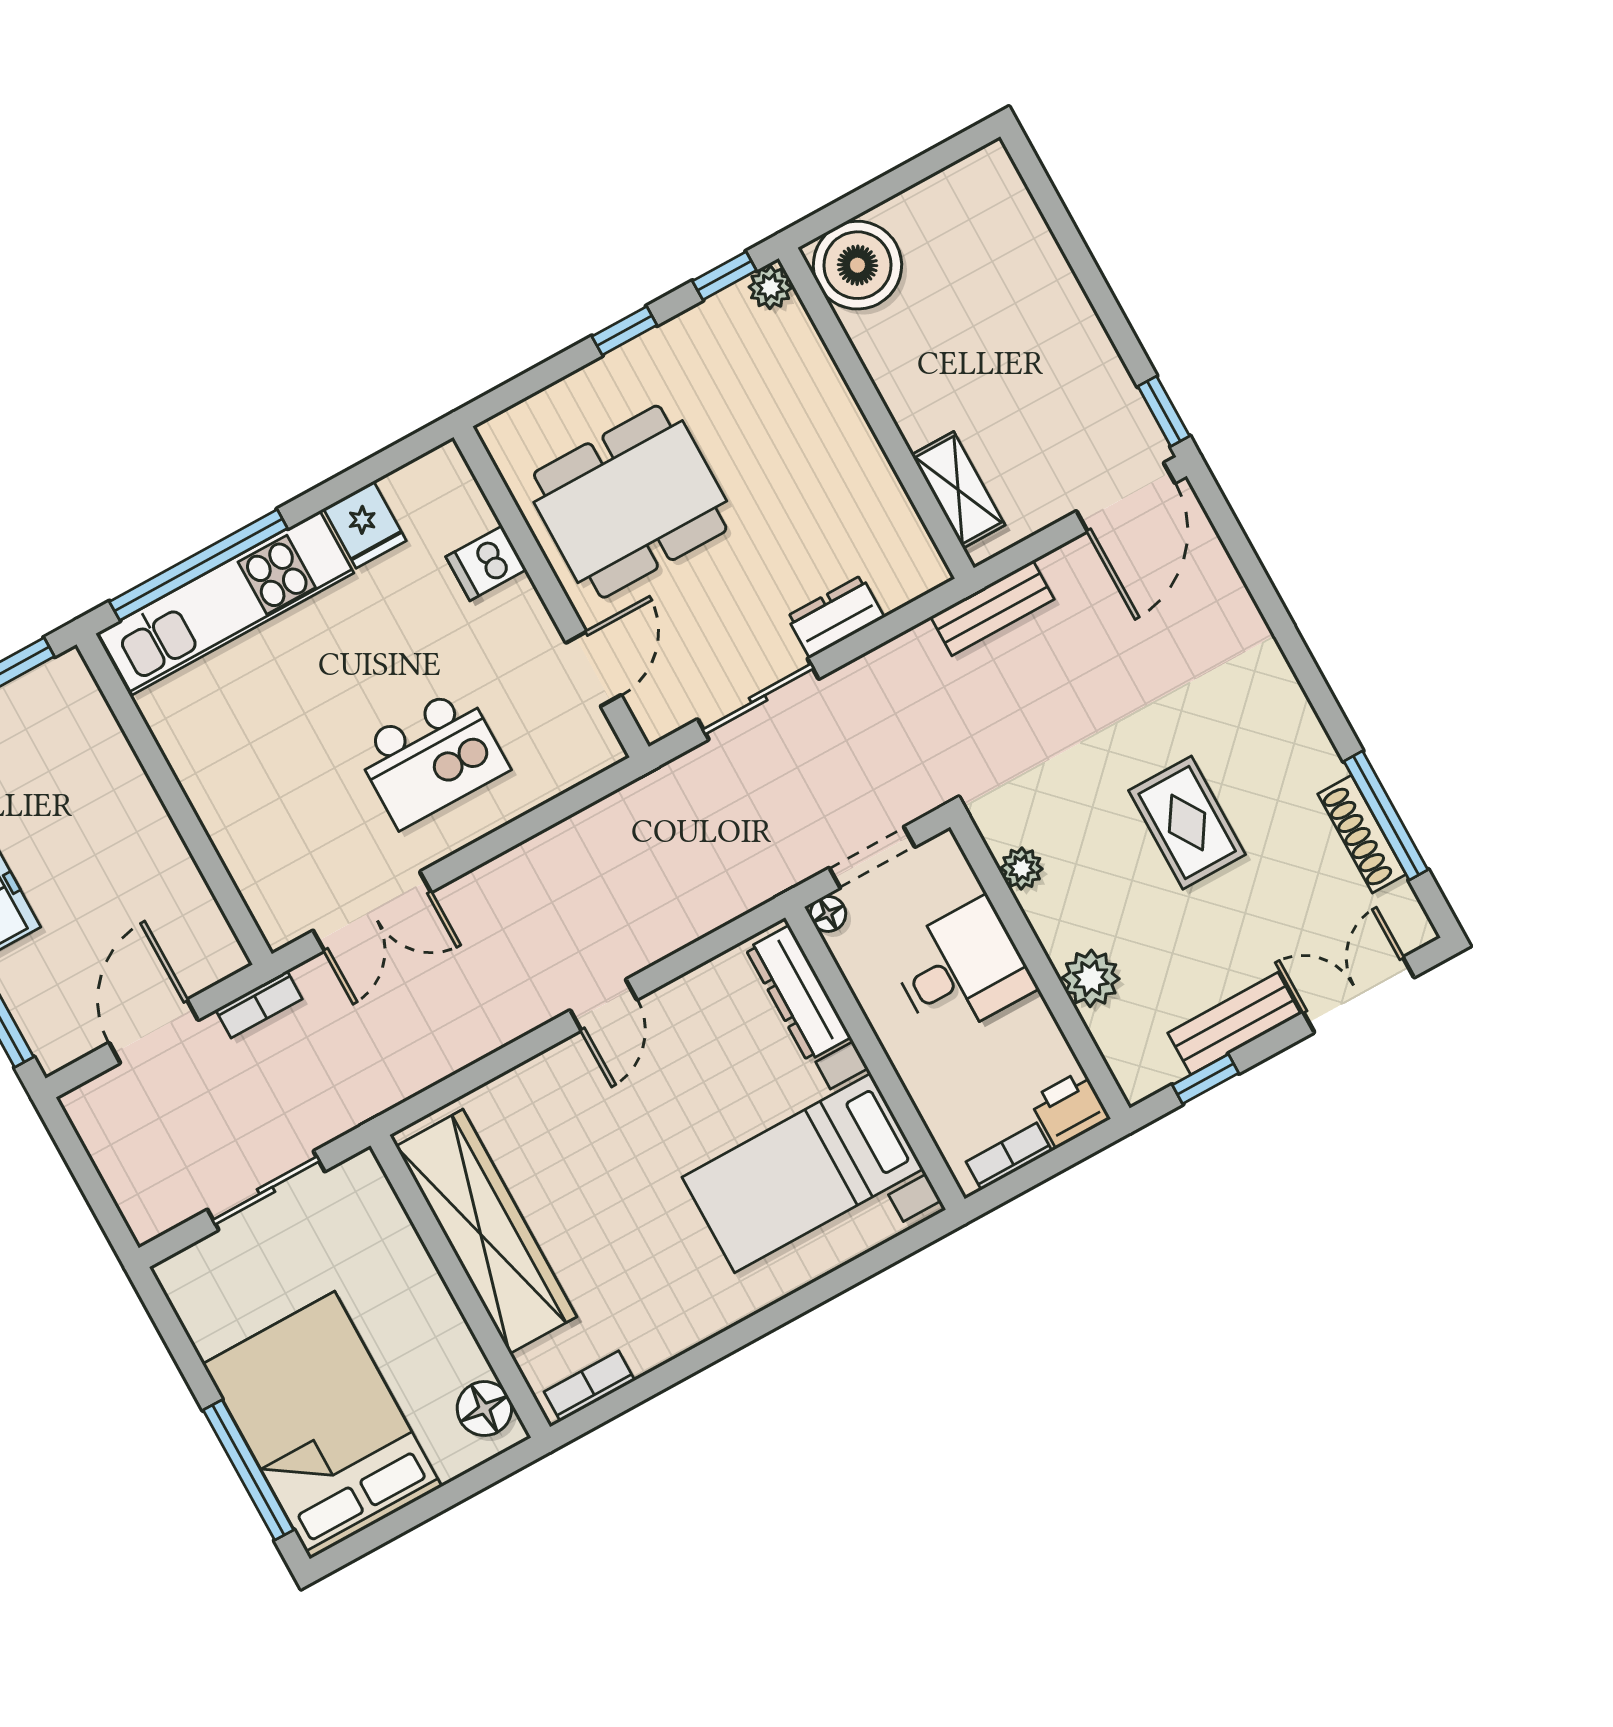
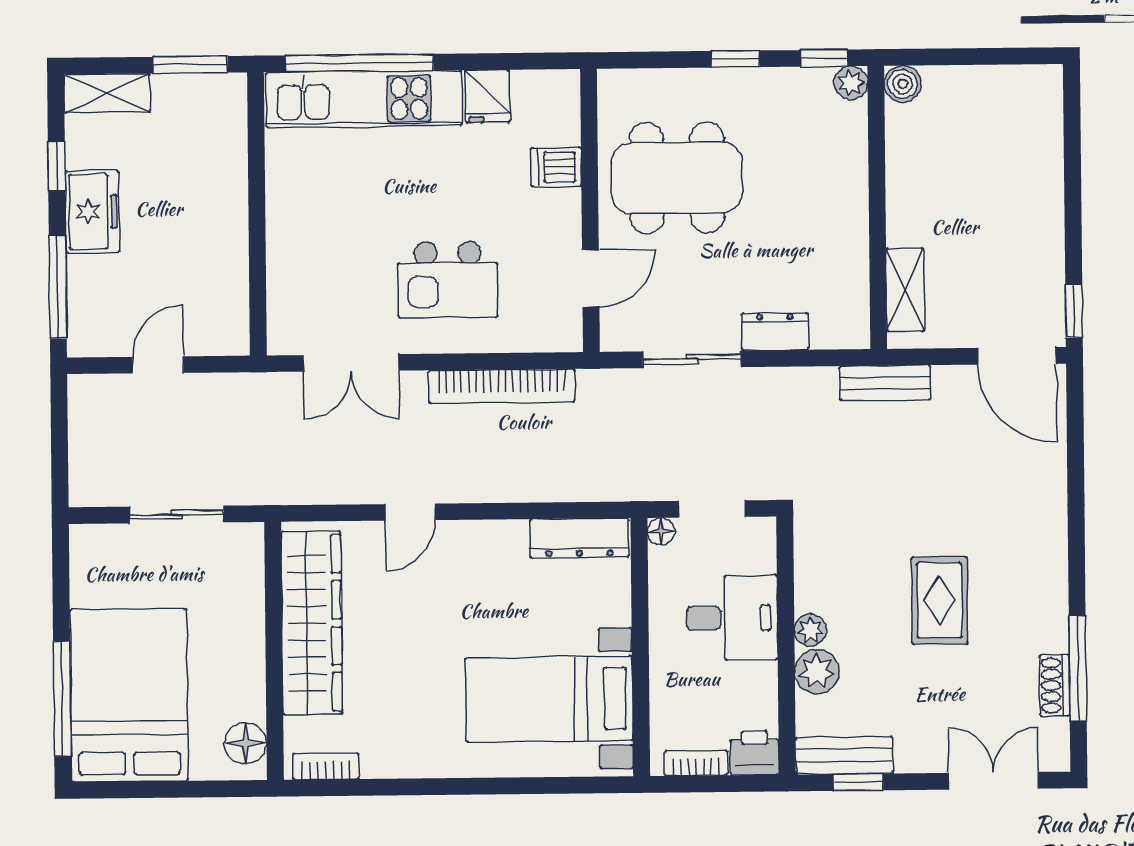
boiler: (857, 265) -> (903, 84), width x0.54, depth x0.54
door: (1126, 497) -> (1017, 356), hinge flipped
shoe rack: (1362, 834) -> (1055, 685), width x0.70
plant: (1022, 868) -> (810, 630), moved
dresser: (798, 993) -> (579, 538), moved, turned -90
bookcase: (259, 1004) -> (502, 386), moved, width x2.31, depth x1.31
door: (604, 1005) -> (410, 512), moved
bench: (1234, 1024) -> (844, 755), moved
door: (154, 1031) -> (158, 365), width x0.73

